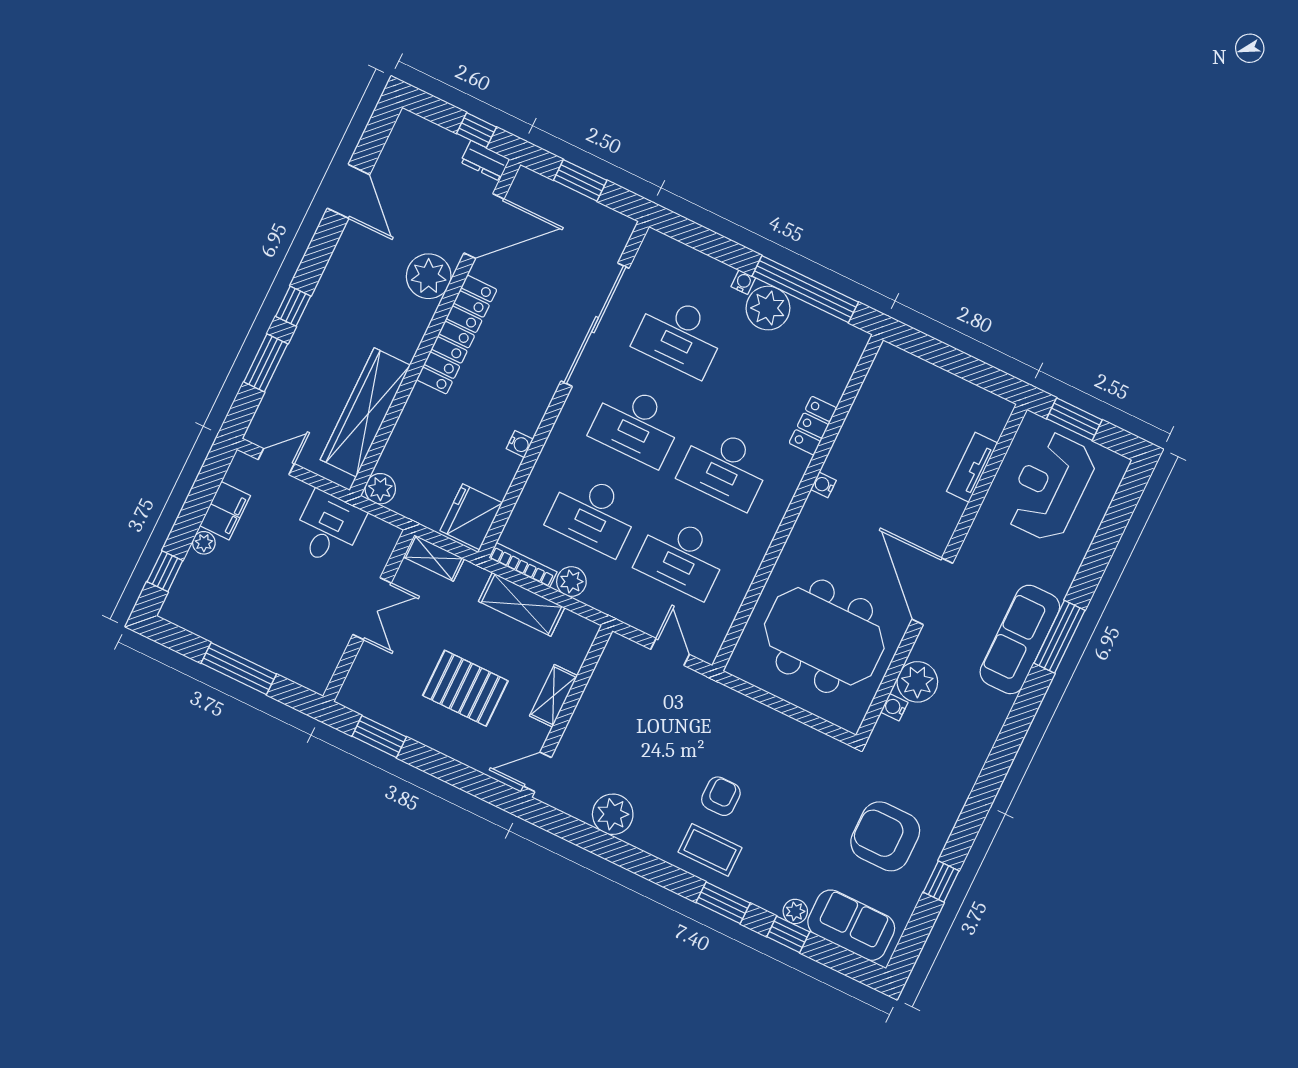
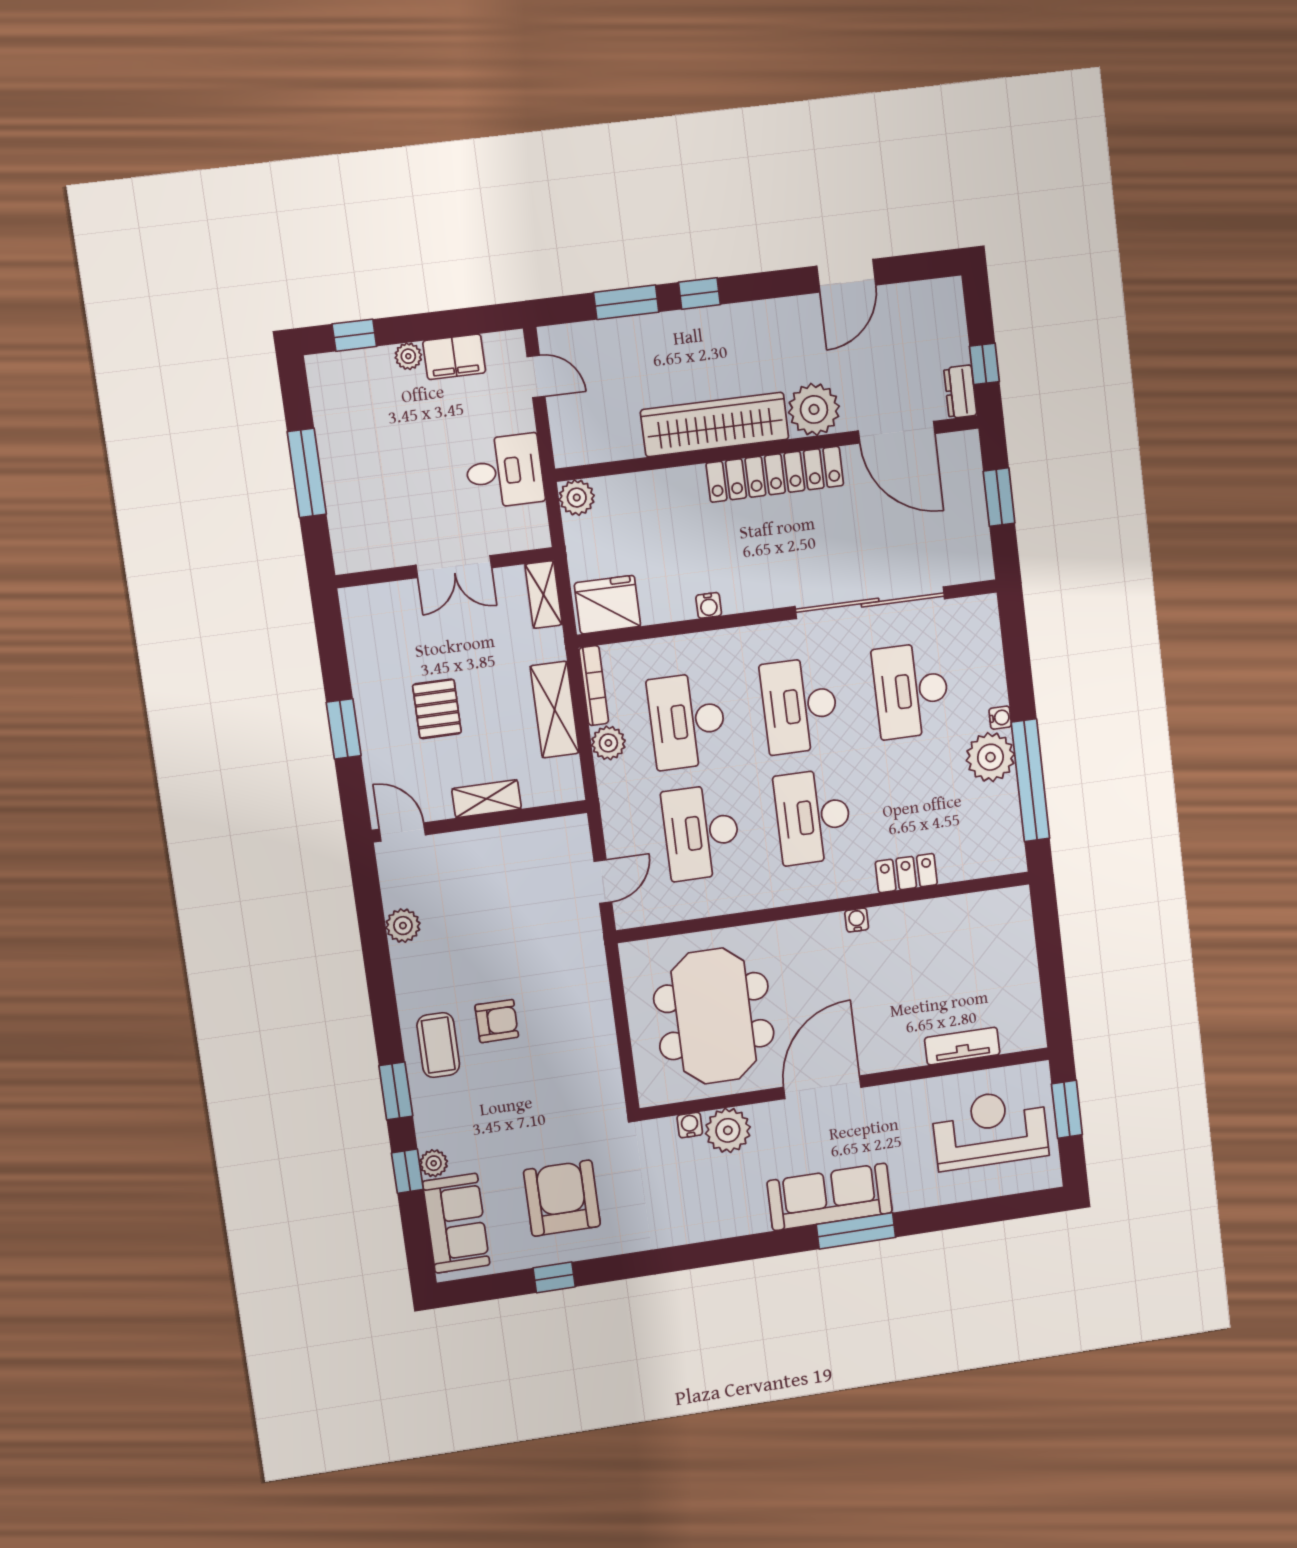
wardrobe: (365, 412) -> (715, 425), moved
pallet: (465, 688) -> (437, 709), width x0.67, depth x0.71
window: (379, 737) -> (344, 729), moved
plant: (613, 814) -> (403, 926), width x0.73, depth x0.73

